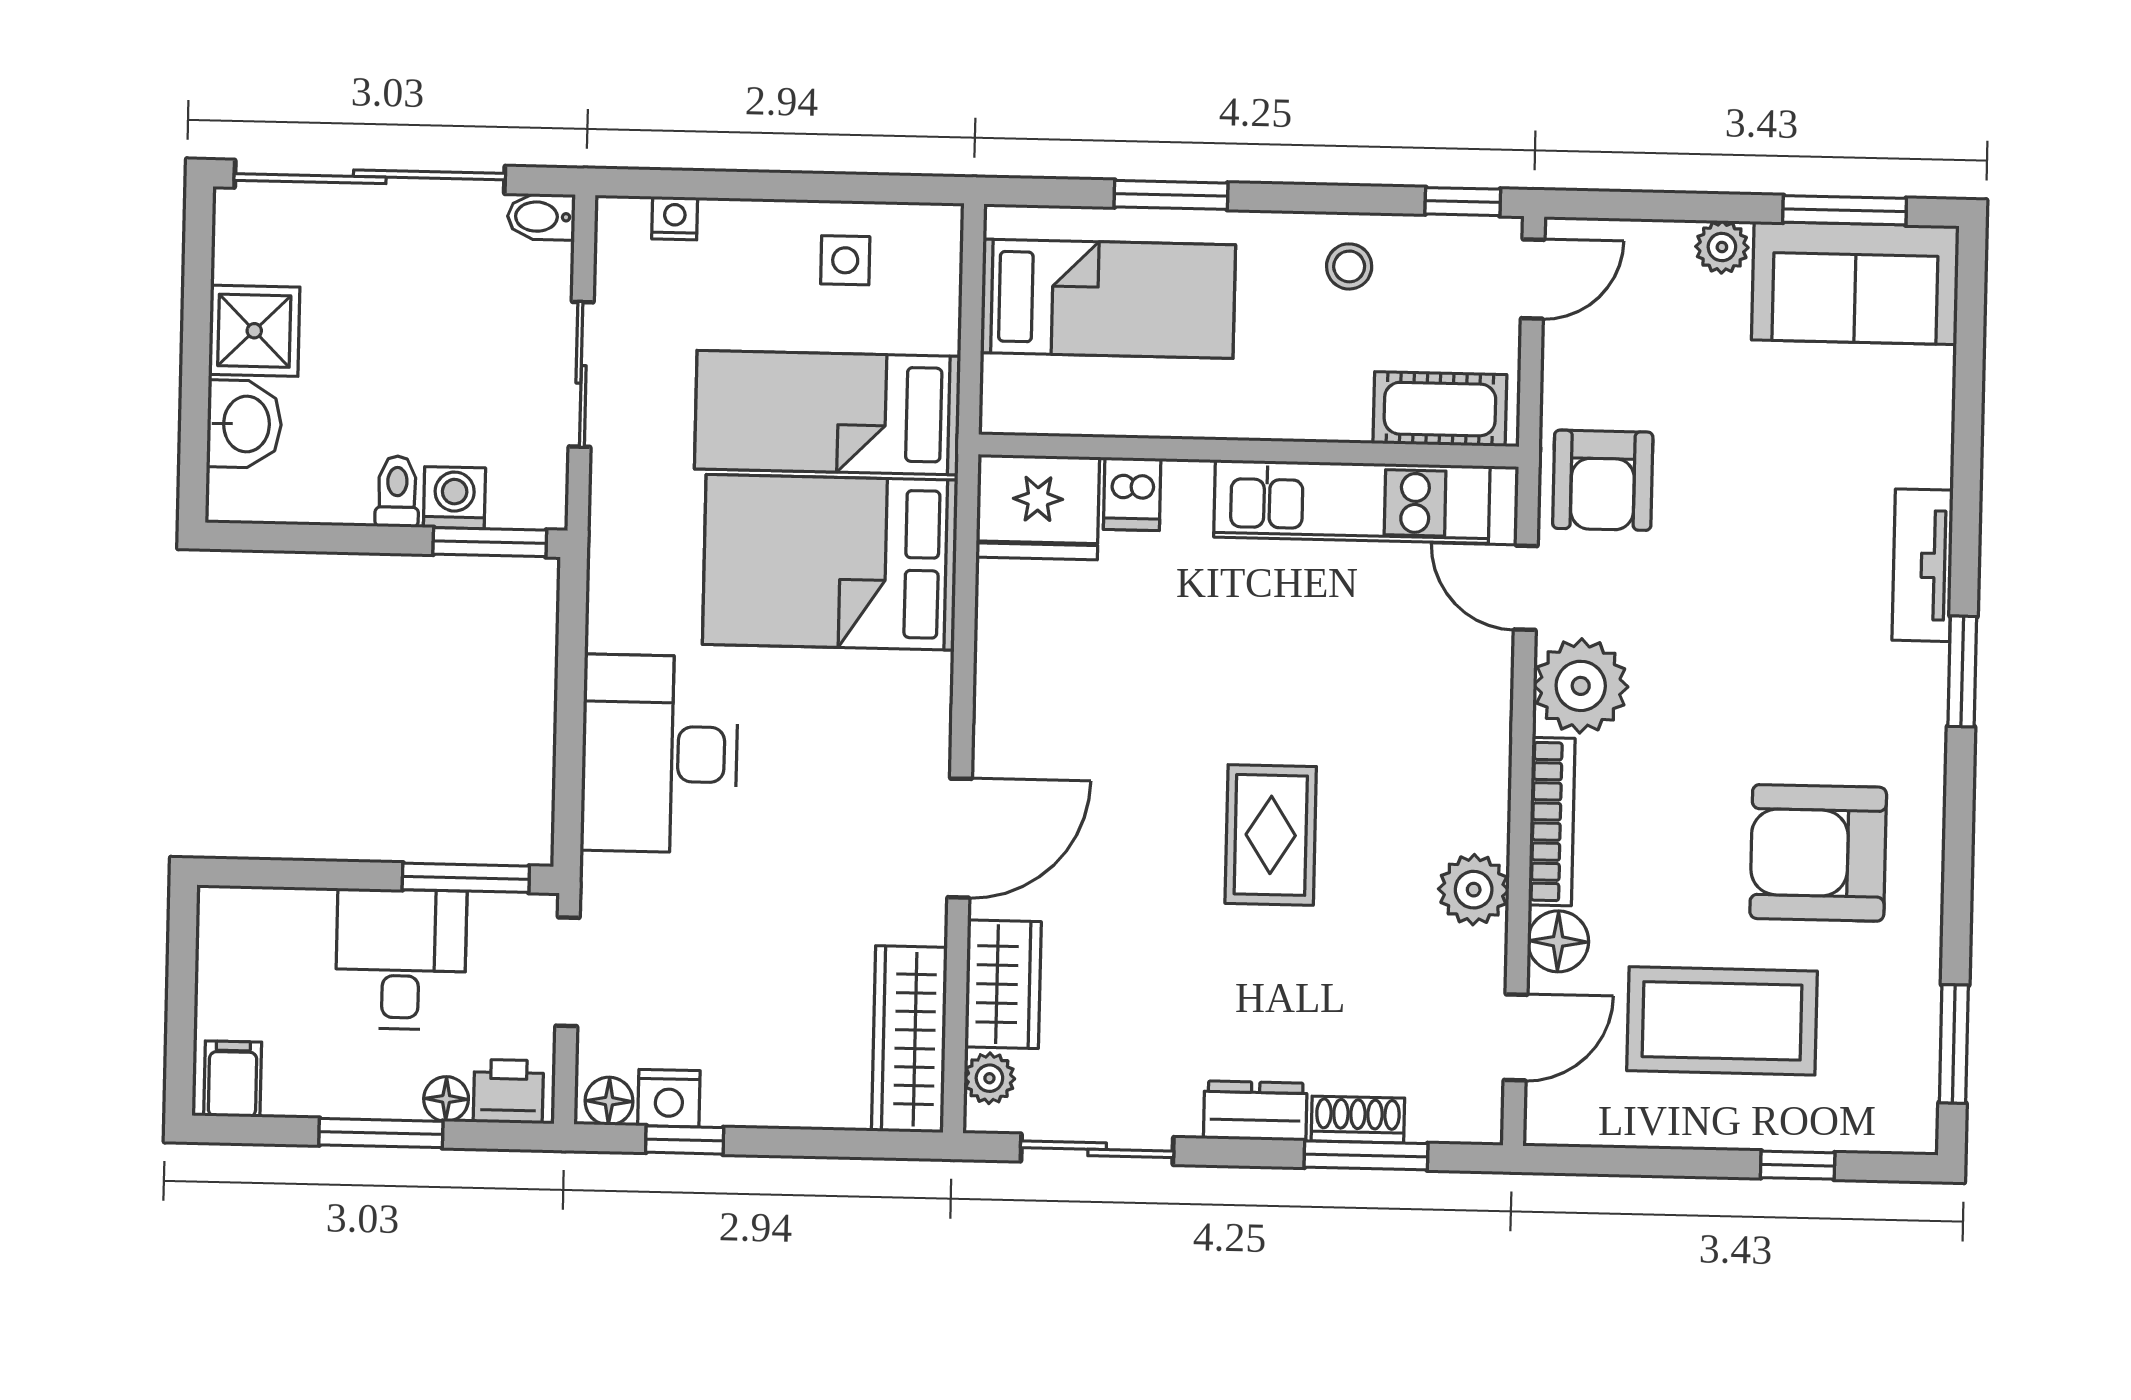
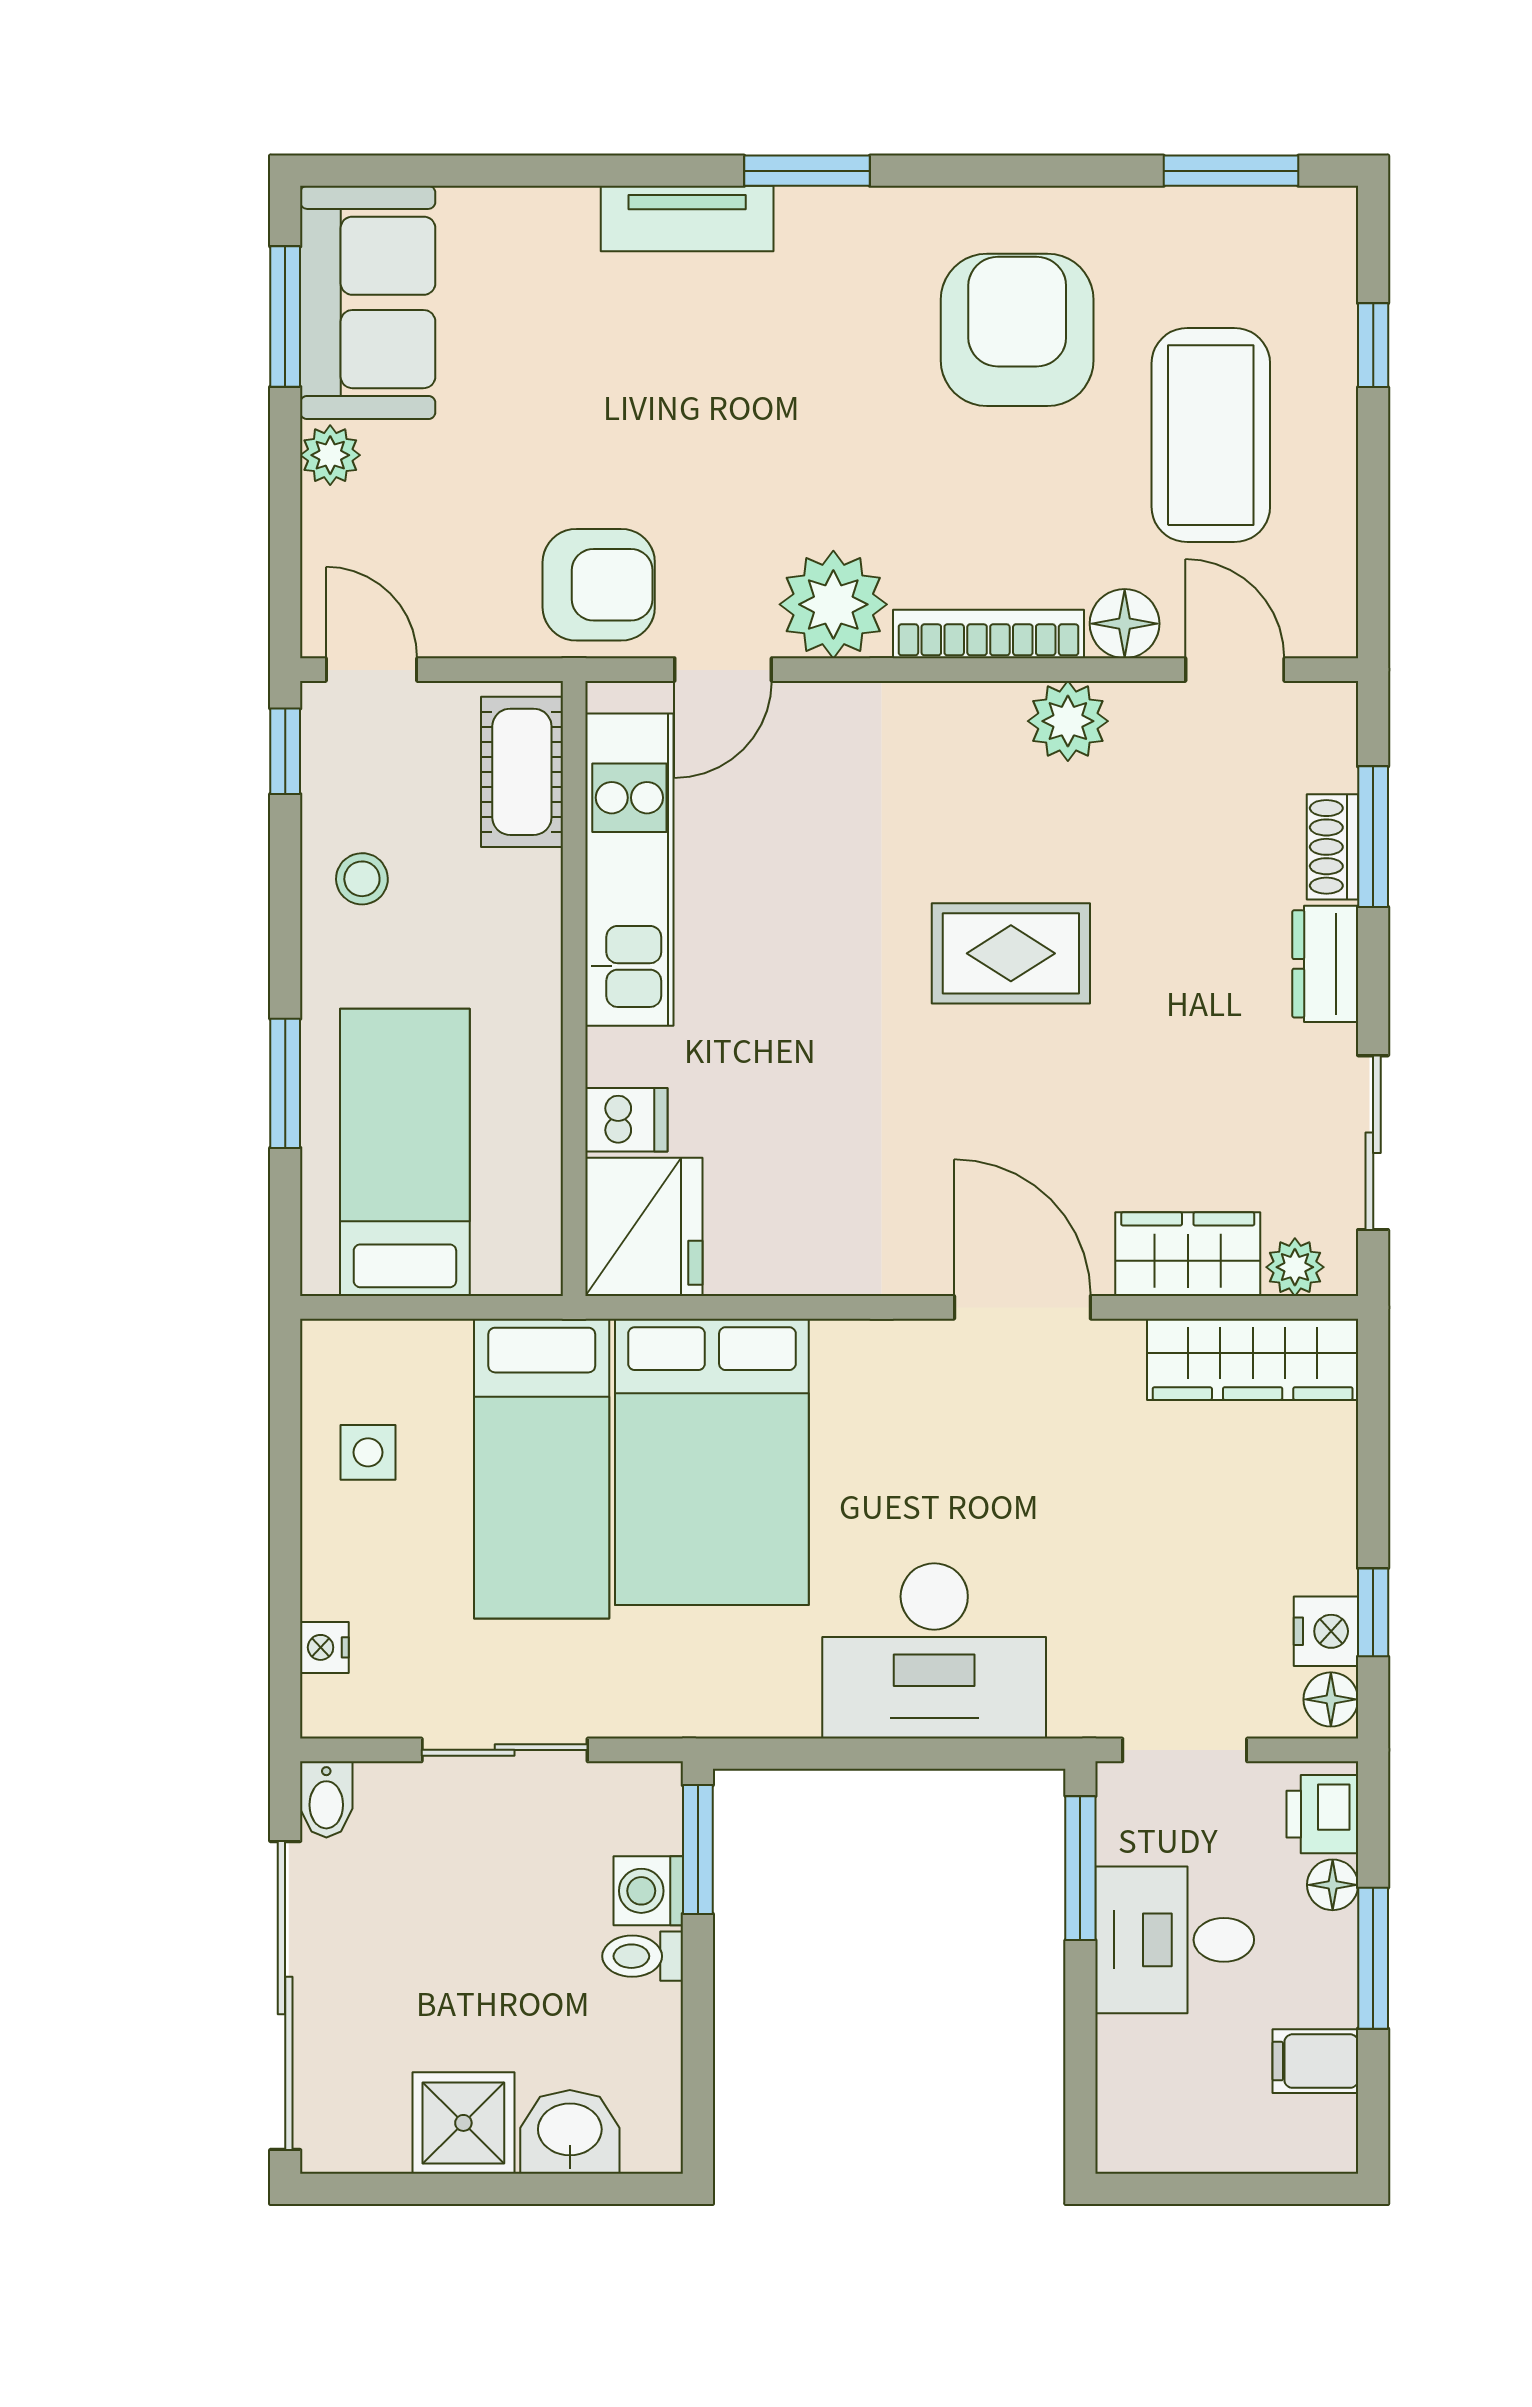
armchair: (1818, 853) -> (1017, 330), turned 180
filing cabinet: (233, 1079) -> (1315, 2061), moved

